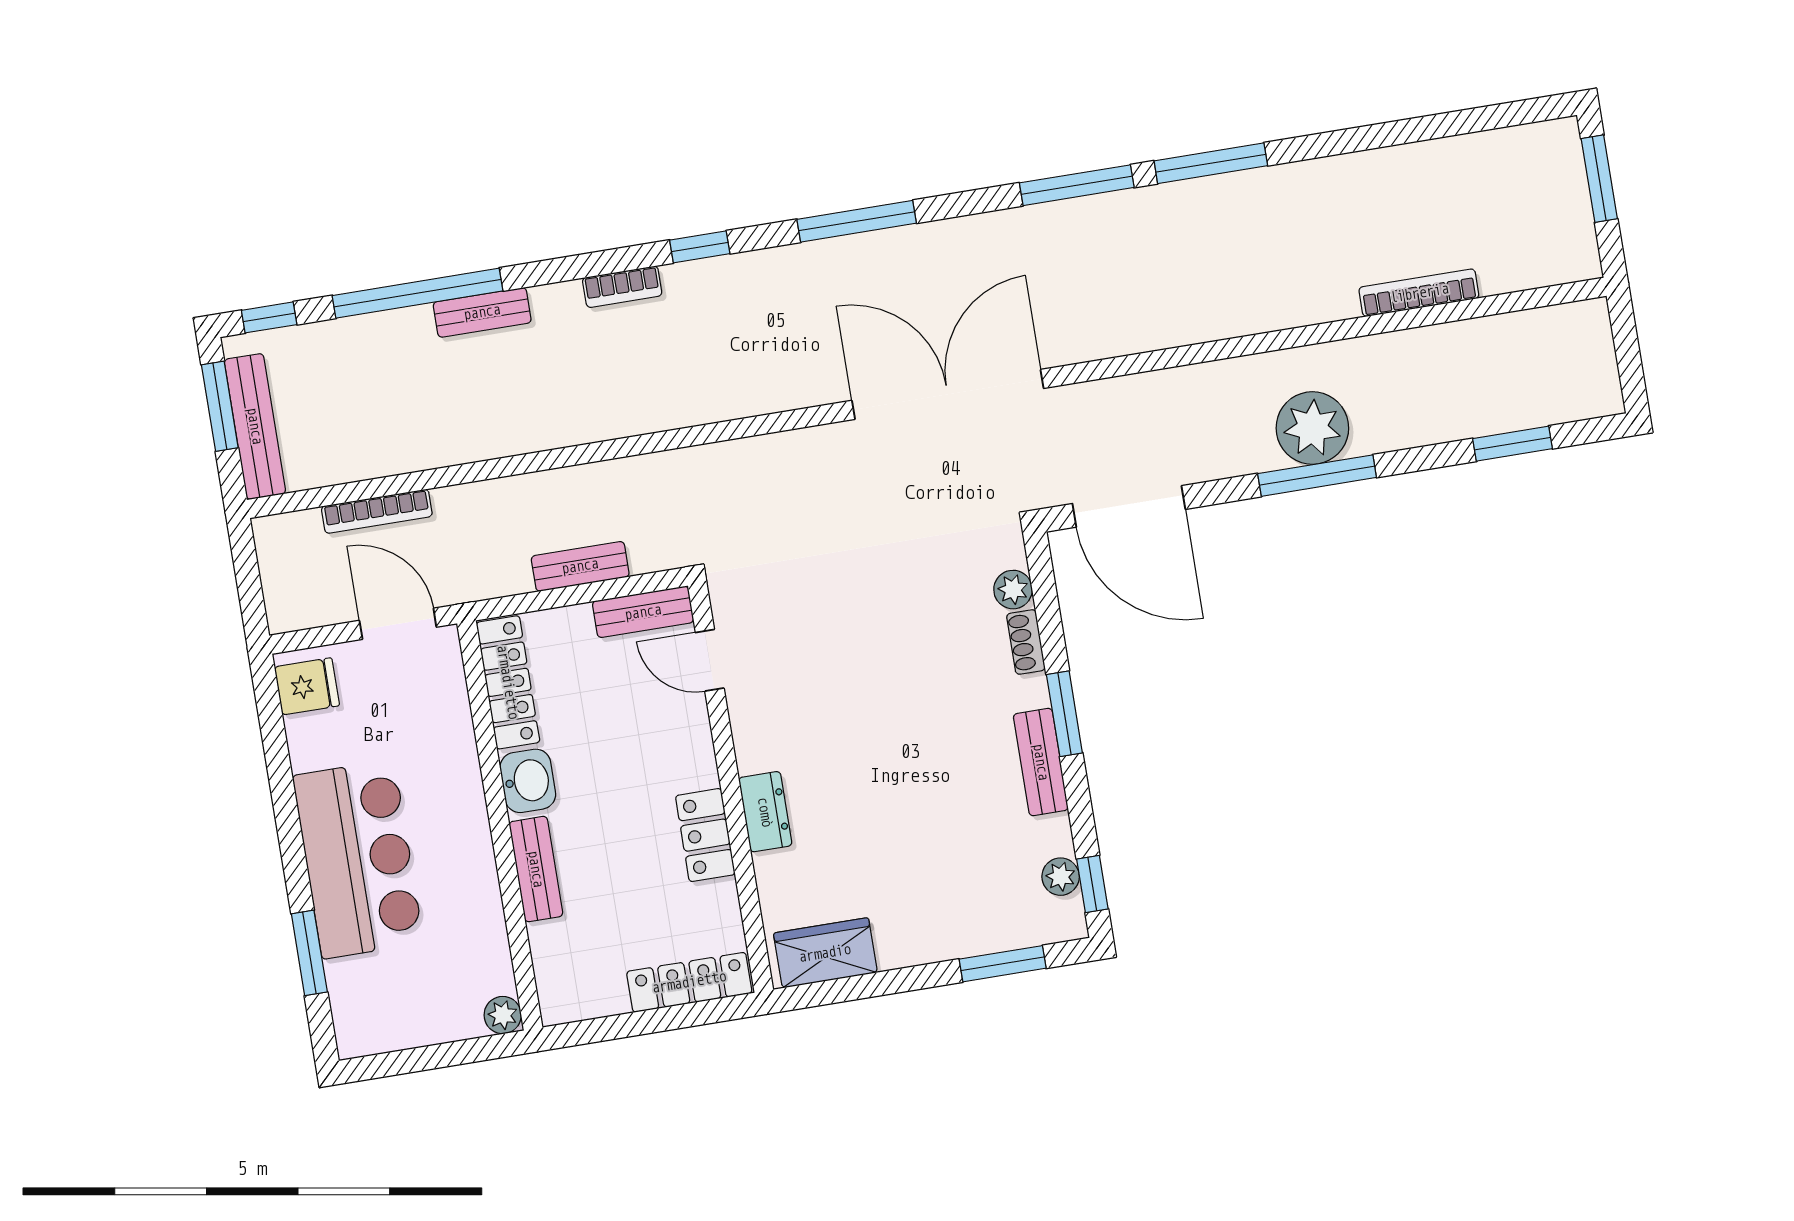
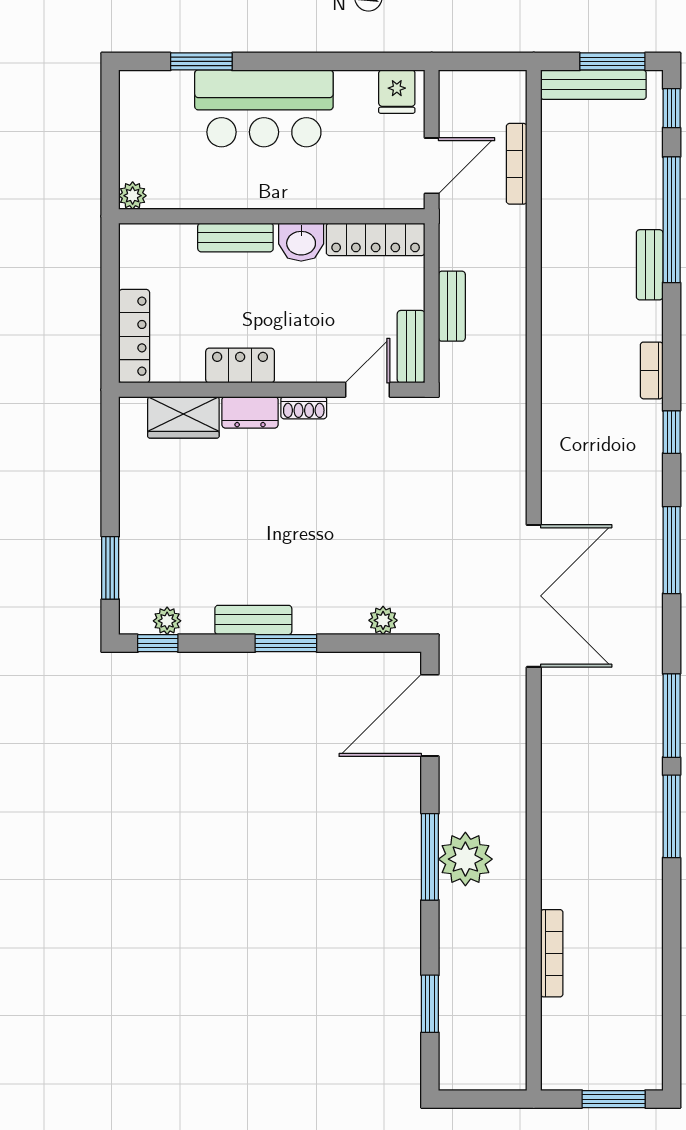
shoe rack: (1026, 642) -> (304, 408), moved, turned 180
wardrobe: (825, 953) -> (183, 417), moved, turned 90

